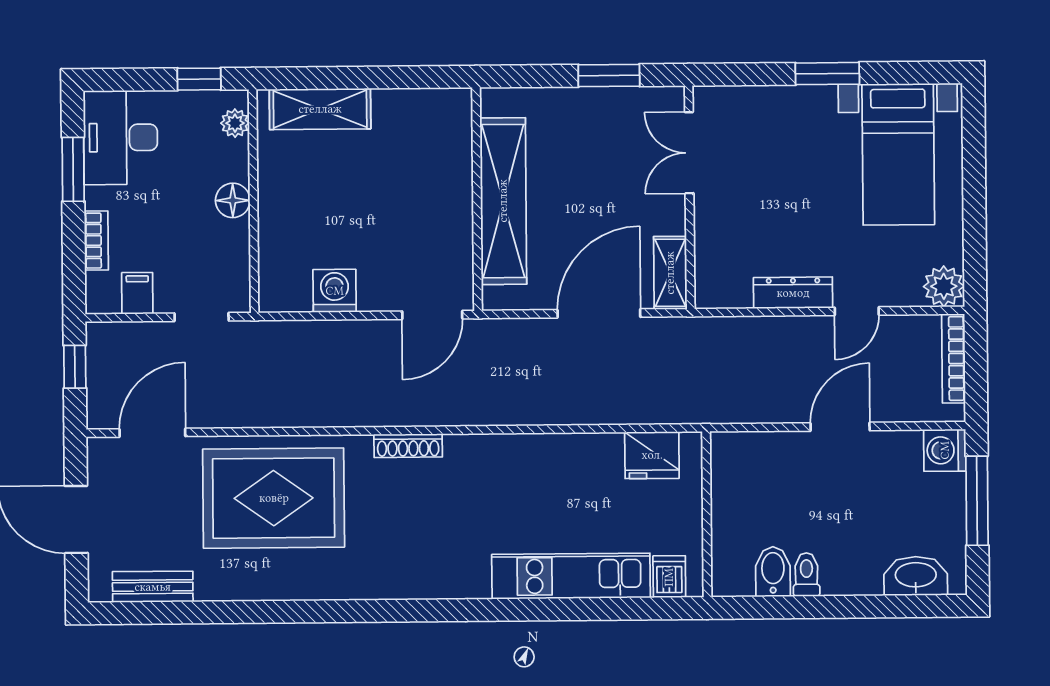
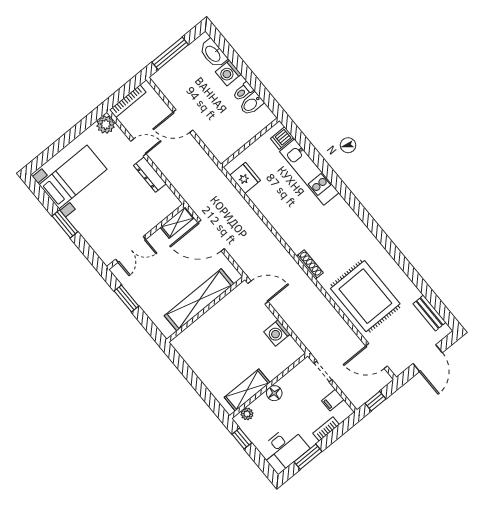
shelving: (320, 109) -> (247, 390), moved, turned 90
washing machine: (945, 450) -> (228, 73), moved, turned 90

